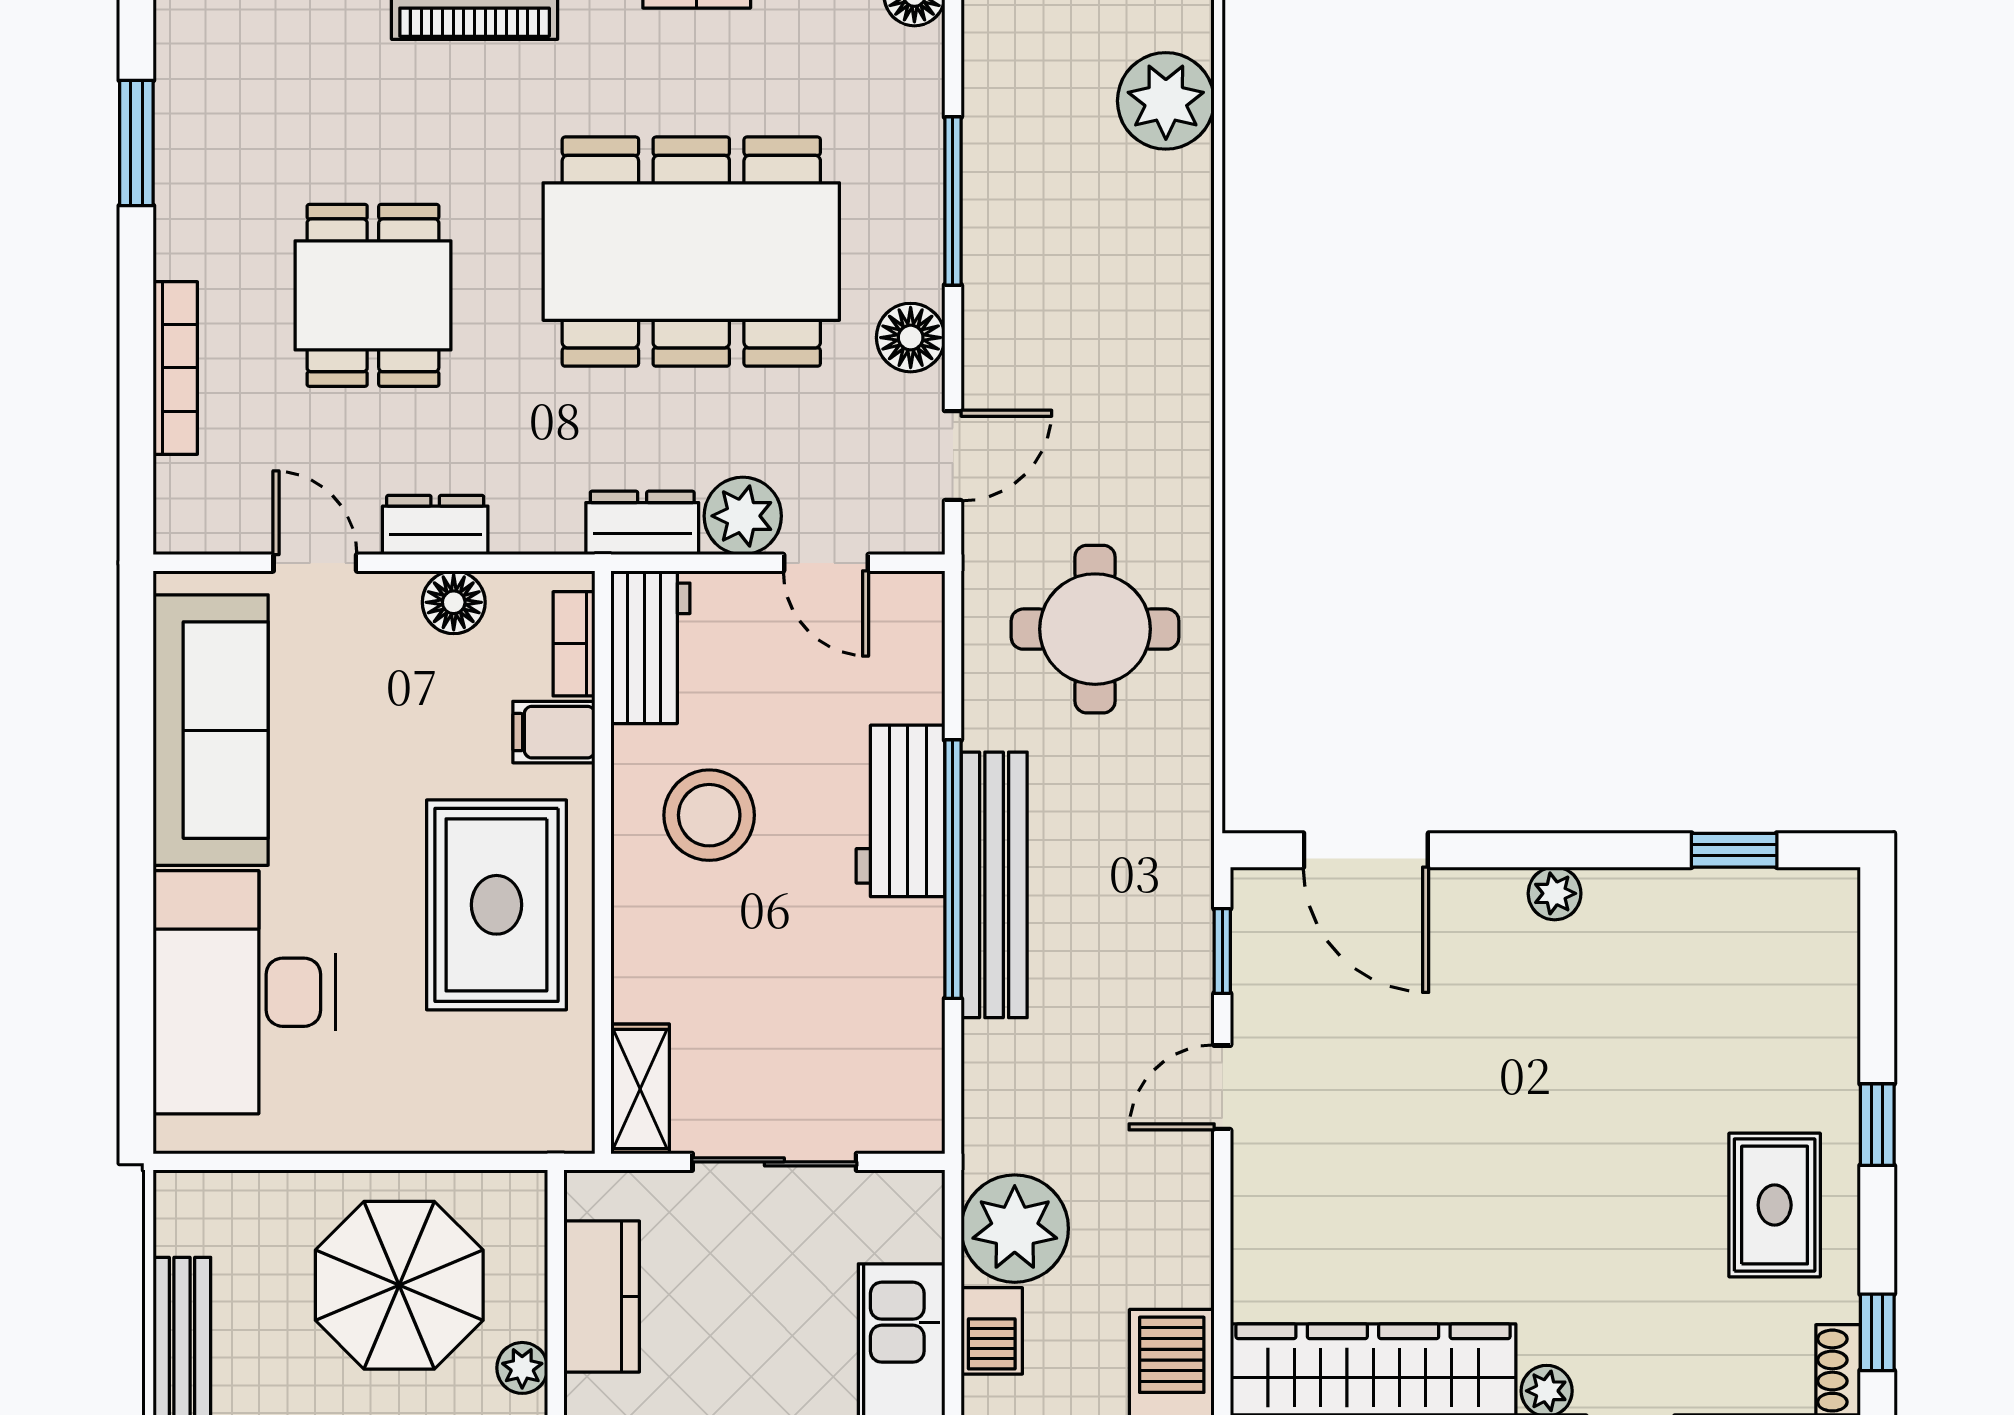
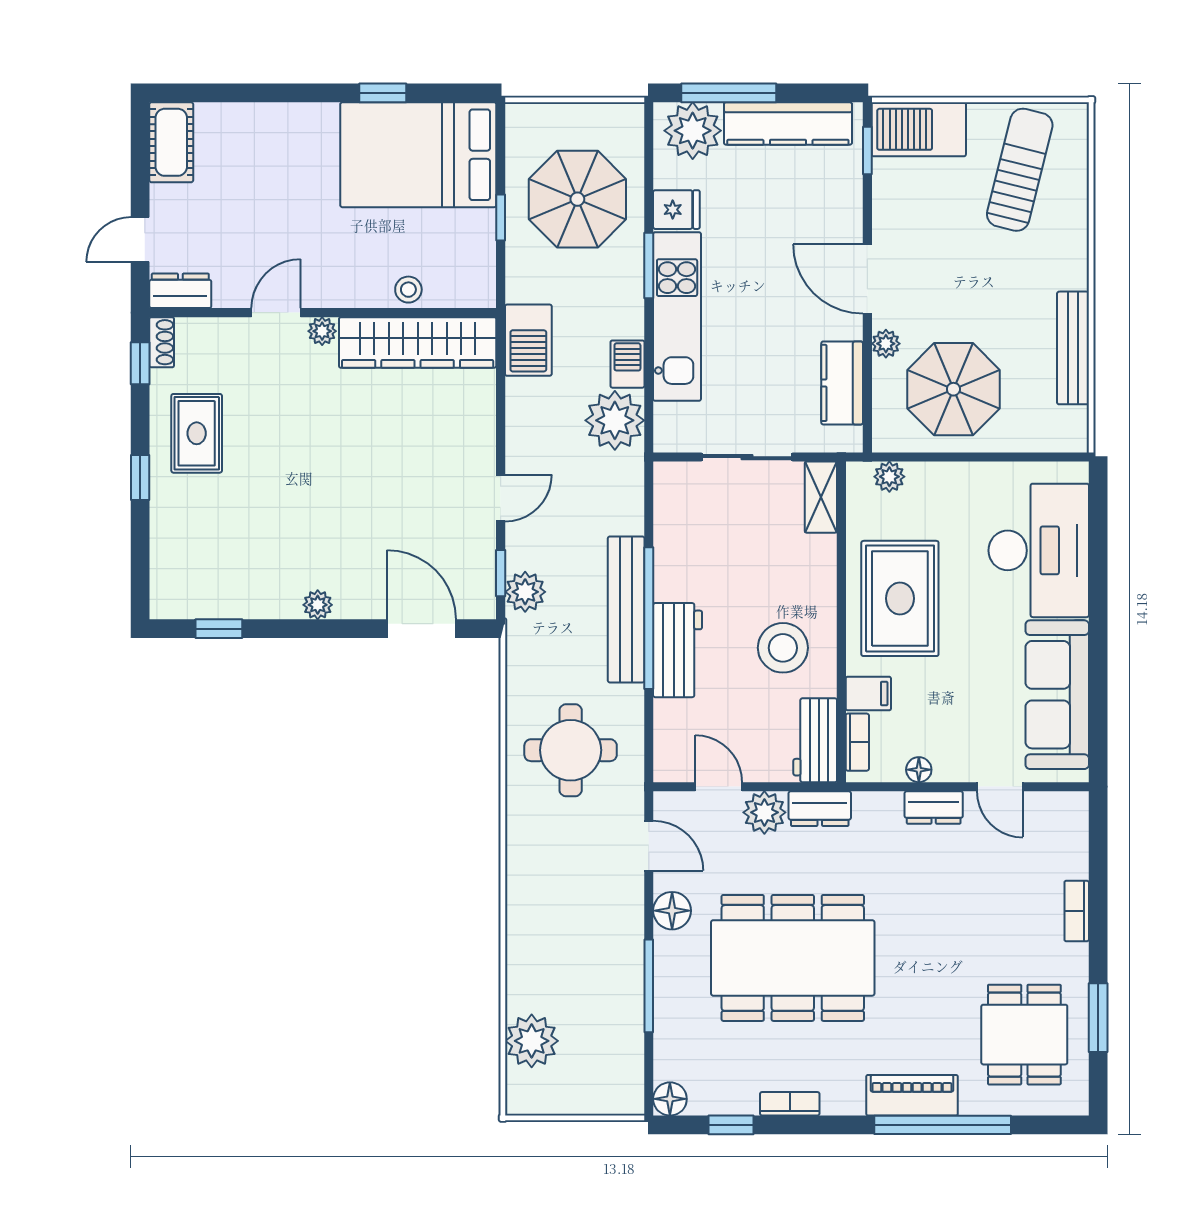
dining table: (373, 295) -> (1024, 1035), moved
bookcase: (175, 368) -> (1077, 911), width x0.64
door: (953, 456) -> (649, 846), swing flipped
floor lamp: (454, 602) -> (919, 770), width x0.73, depth x0.73
plant: (1177, 917) -> (525, 592), added
plant: (516, 1126) -> (889, 477), added

